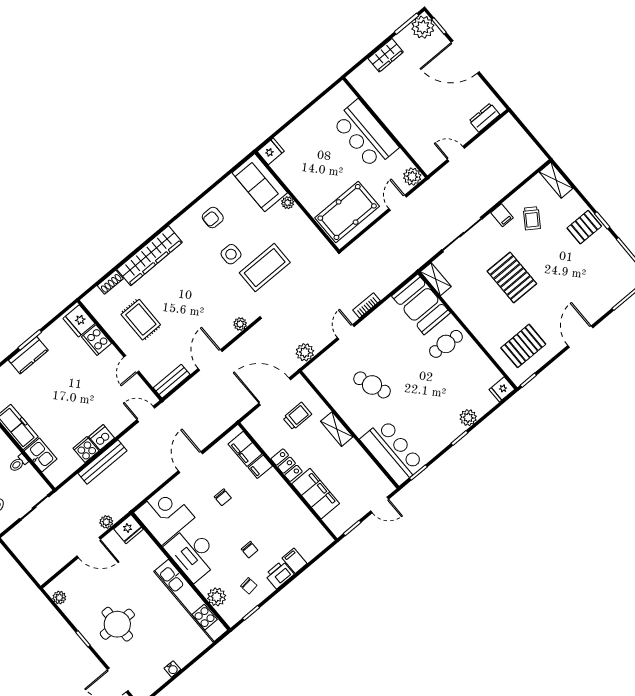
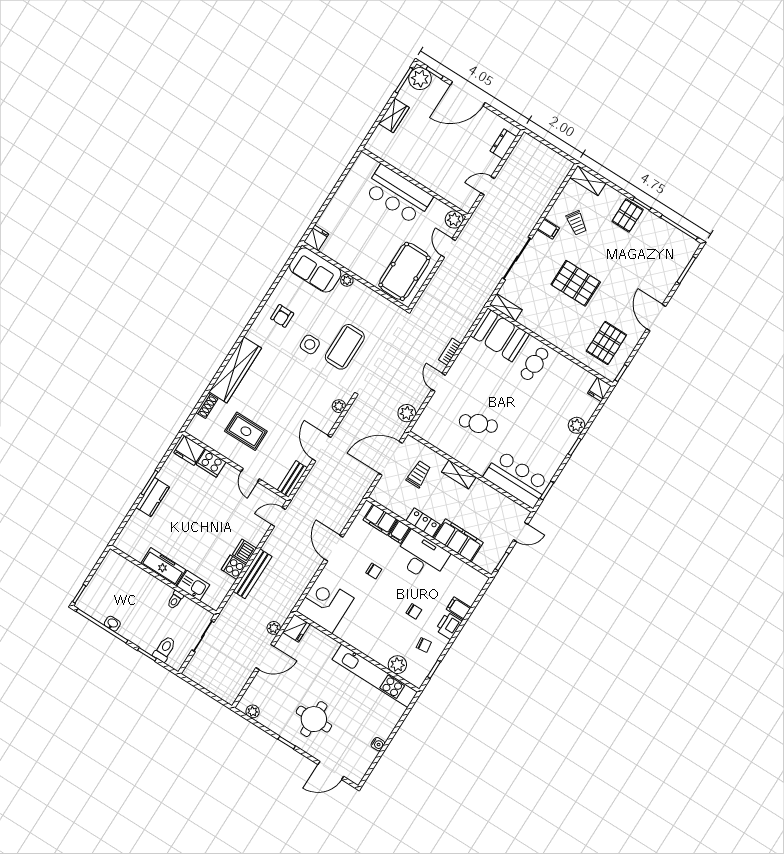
desk: (193, 553) -> (422, 556), moved, turned 180

